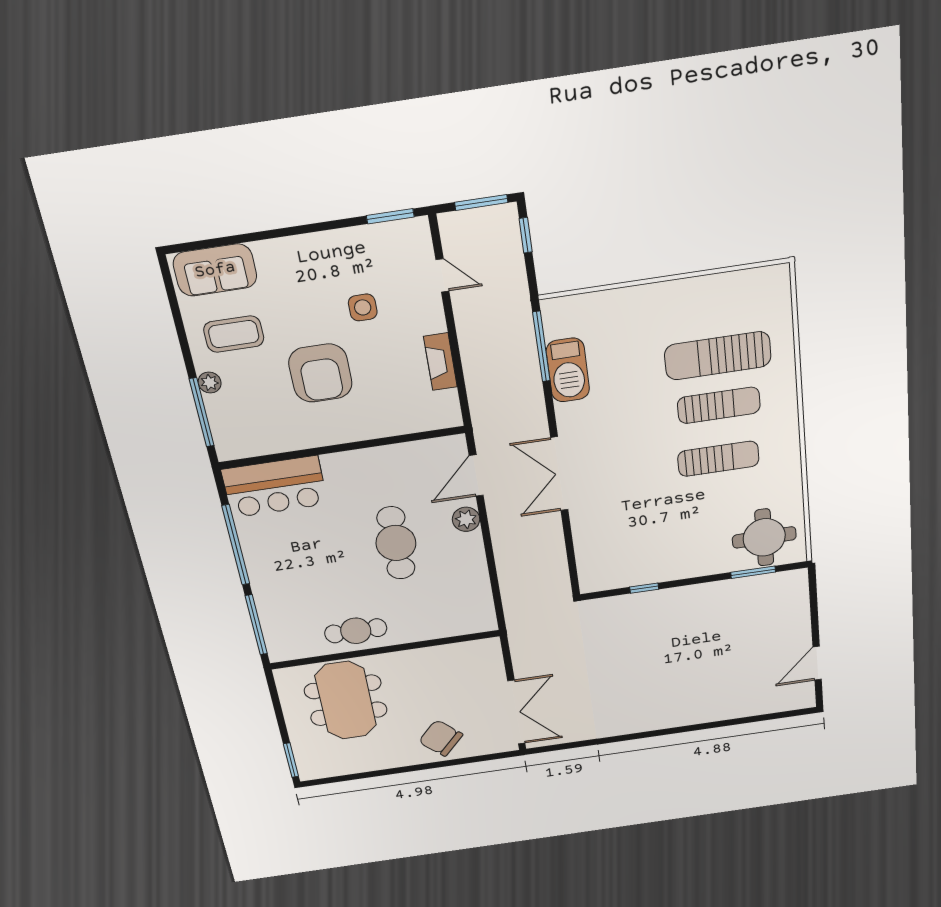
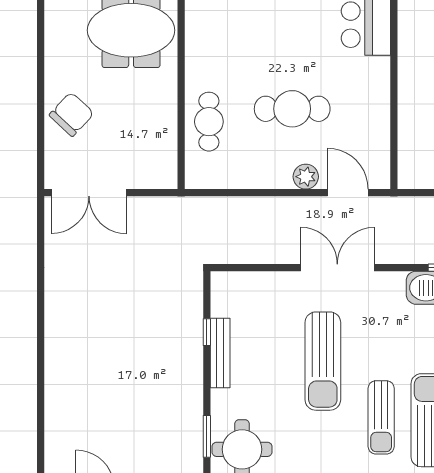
sun lounger: (718, 459) -> (323, 361), moved, width x1.36, depth x1.34
bench: (665, 573) -> (220, 353), added
cafe table: (356, 631) -> (209, 122), moved

